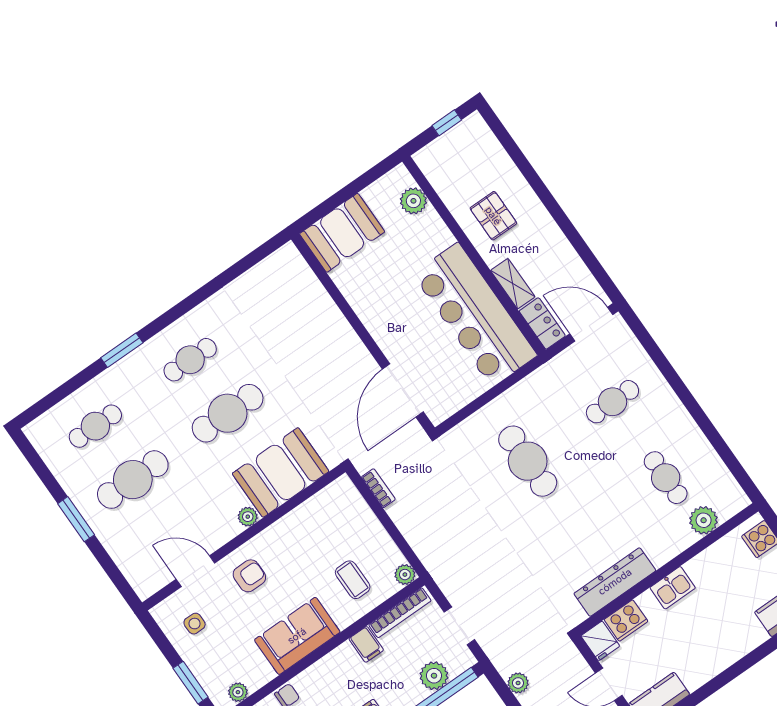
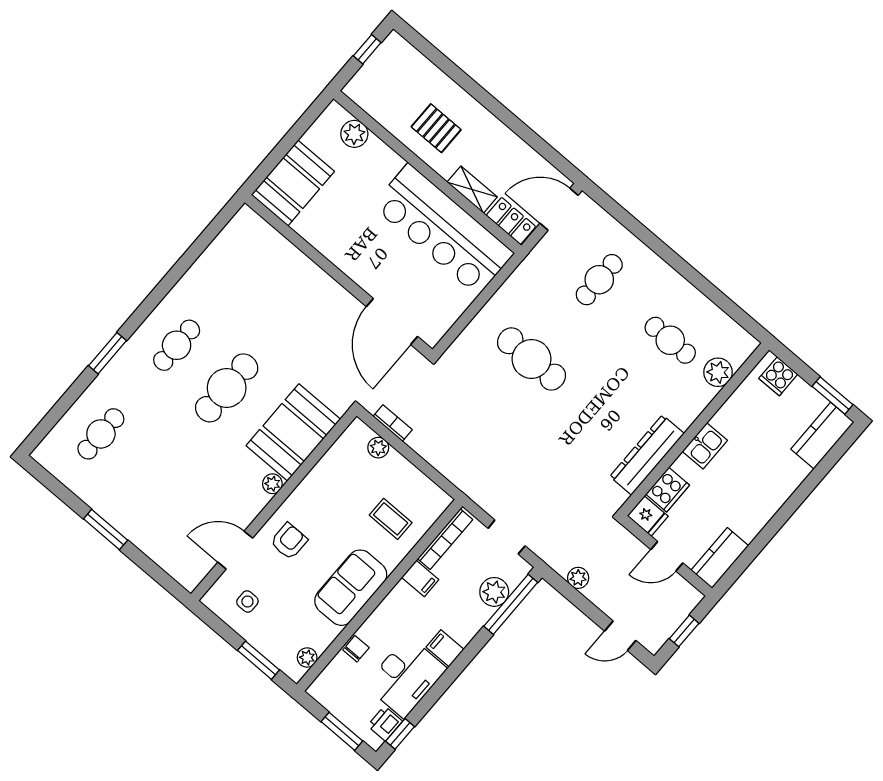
cafe table: (133, 480) -> (151, 477), removed
plant: (405, 575) -> (378, 448), moved

